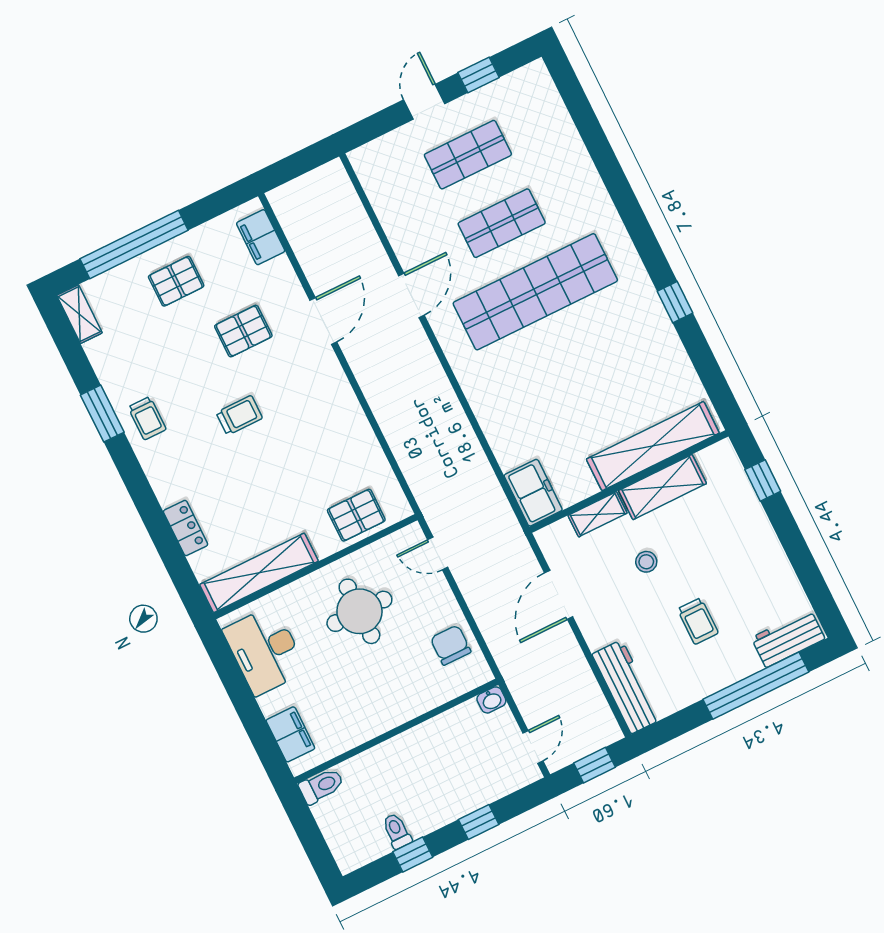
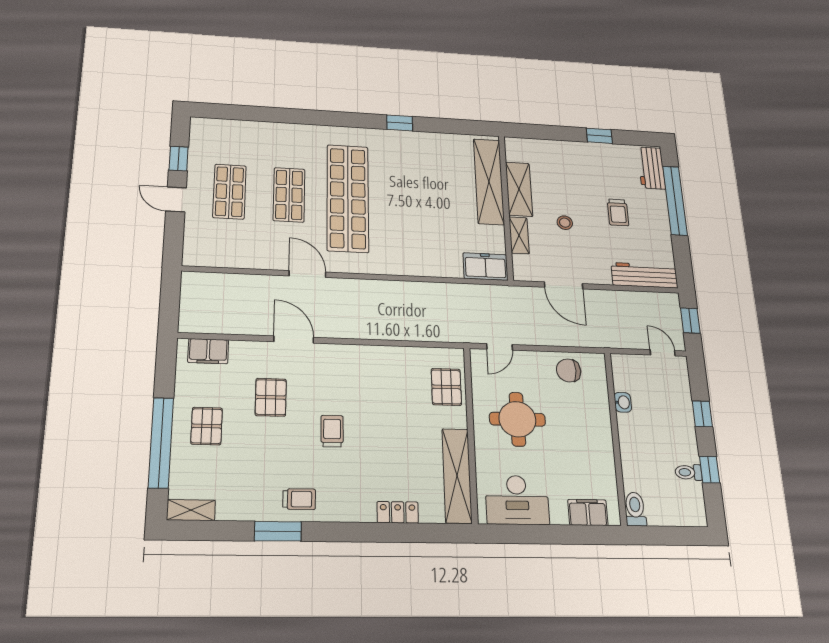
window: (763, 480) -> (599, 136), moved
trolley: (698, 621) -> (618, 212), turned 90
washbasin: (491, 700) -> (623, 402), moved

